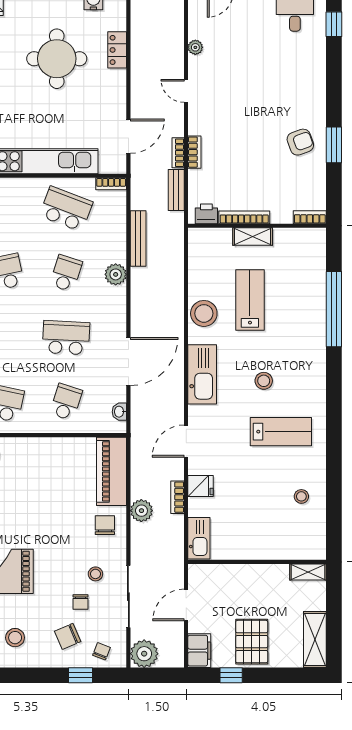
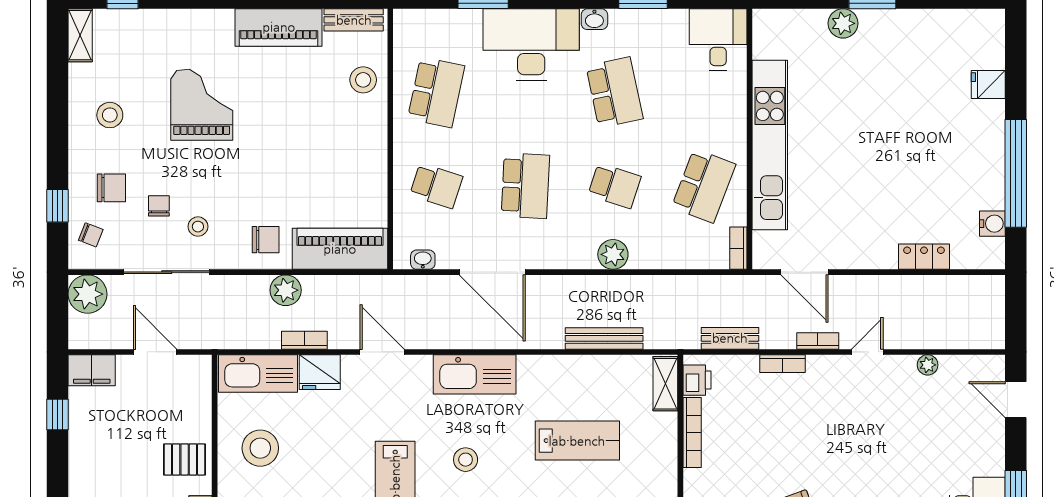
round table: (57, 59) -> (912, 173), removed
bookcase: (178, 153) -> (818, 341), moved
shelving: (253, 237) -> (665, 384), moved
bench: (138, 239) -> (604, 338), moved
stool: (204, 313) -> (260, 448), moved
fridge: (201, 486) -> (320, 372), width x1.38
kitchen sink: (199, 538) -> (258, 373), width x1.36, depth x1.24
chair: (81, 602) -> (159, 206), turned 90
chair: (68, 636) -> (111, 188), turned 113
pallet: (252, 642) -> (185, 459), moved, width x0.67, depth x0.71

